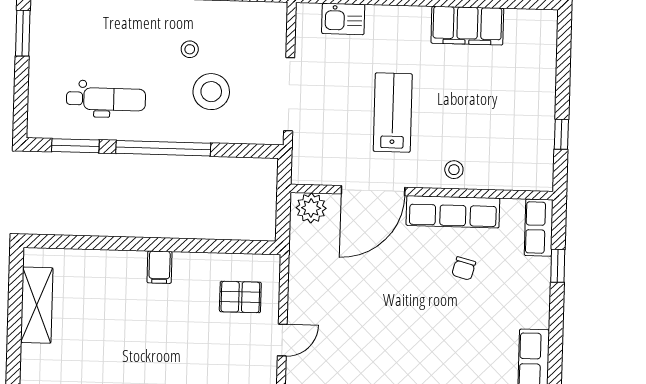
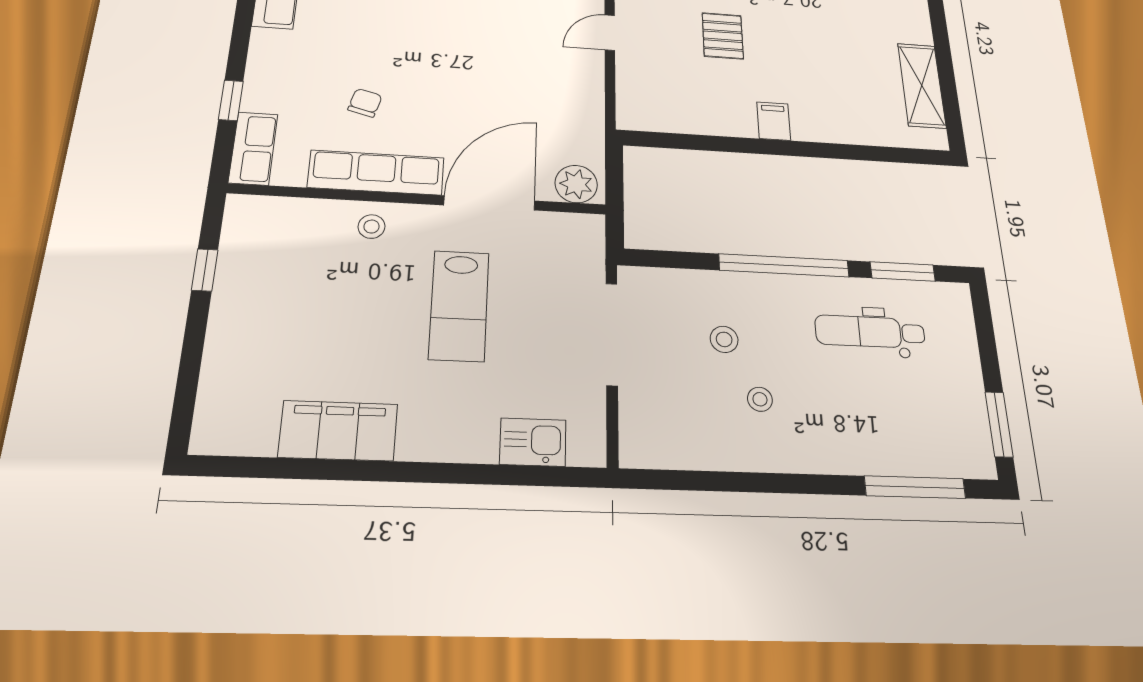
stool: (211, 92) -> (724, 339), width x0.53, depth x0.53
pallet: (240, 297) -> (723, 36), moved, turned 90

